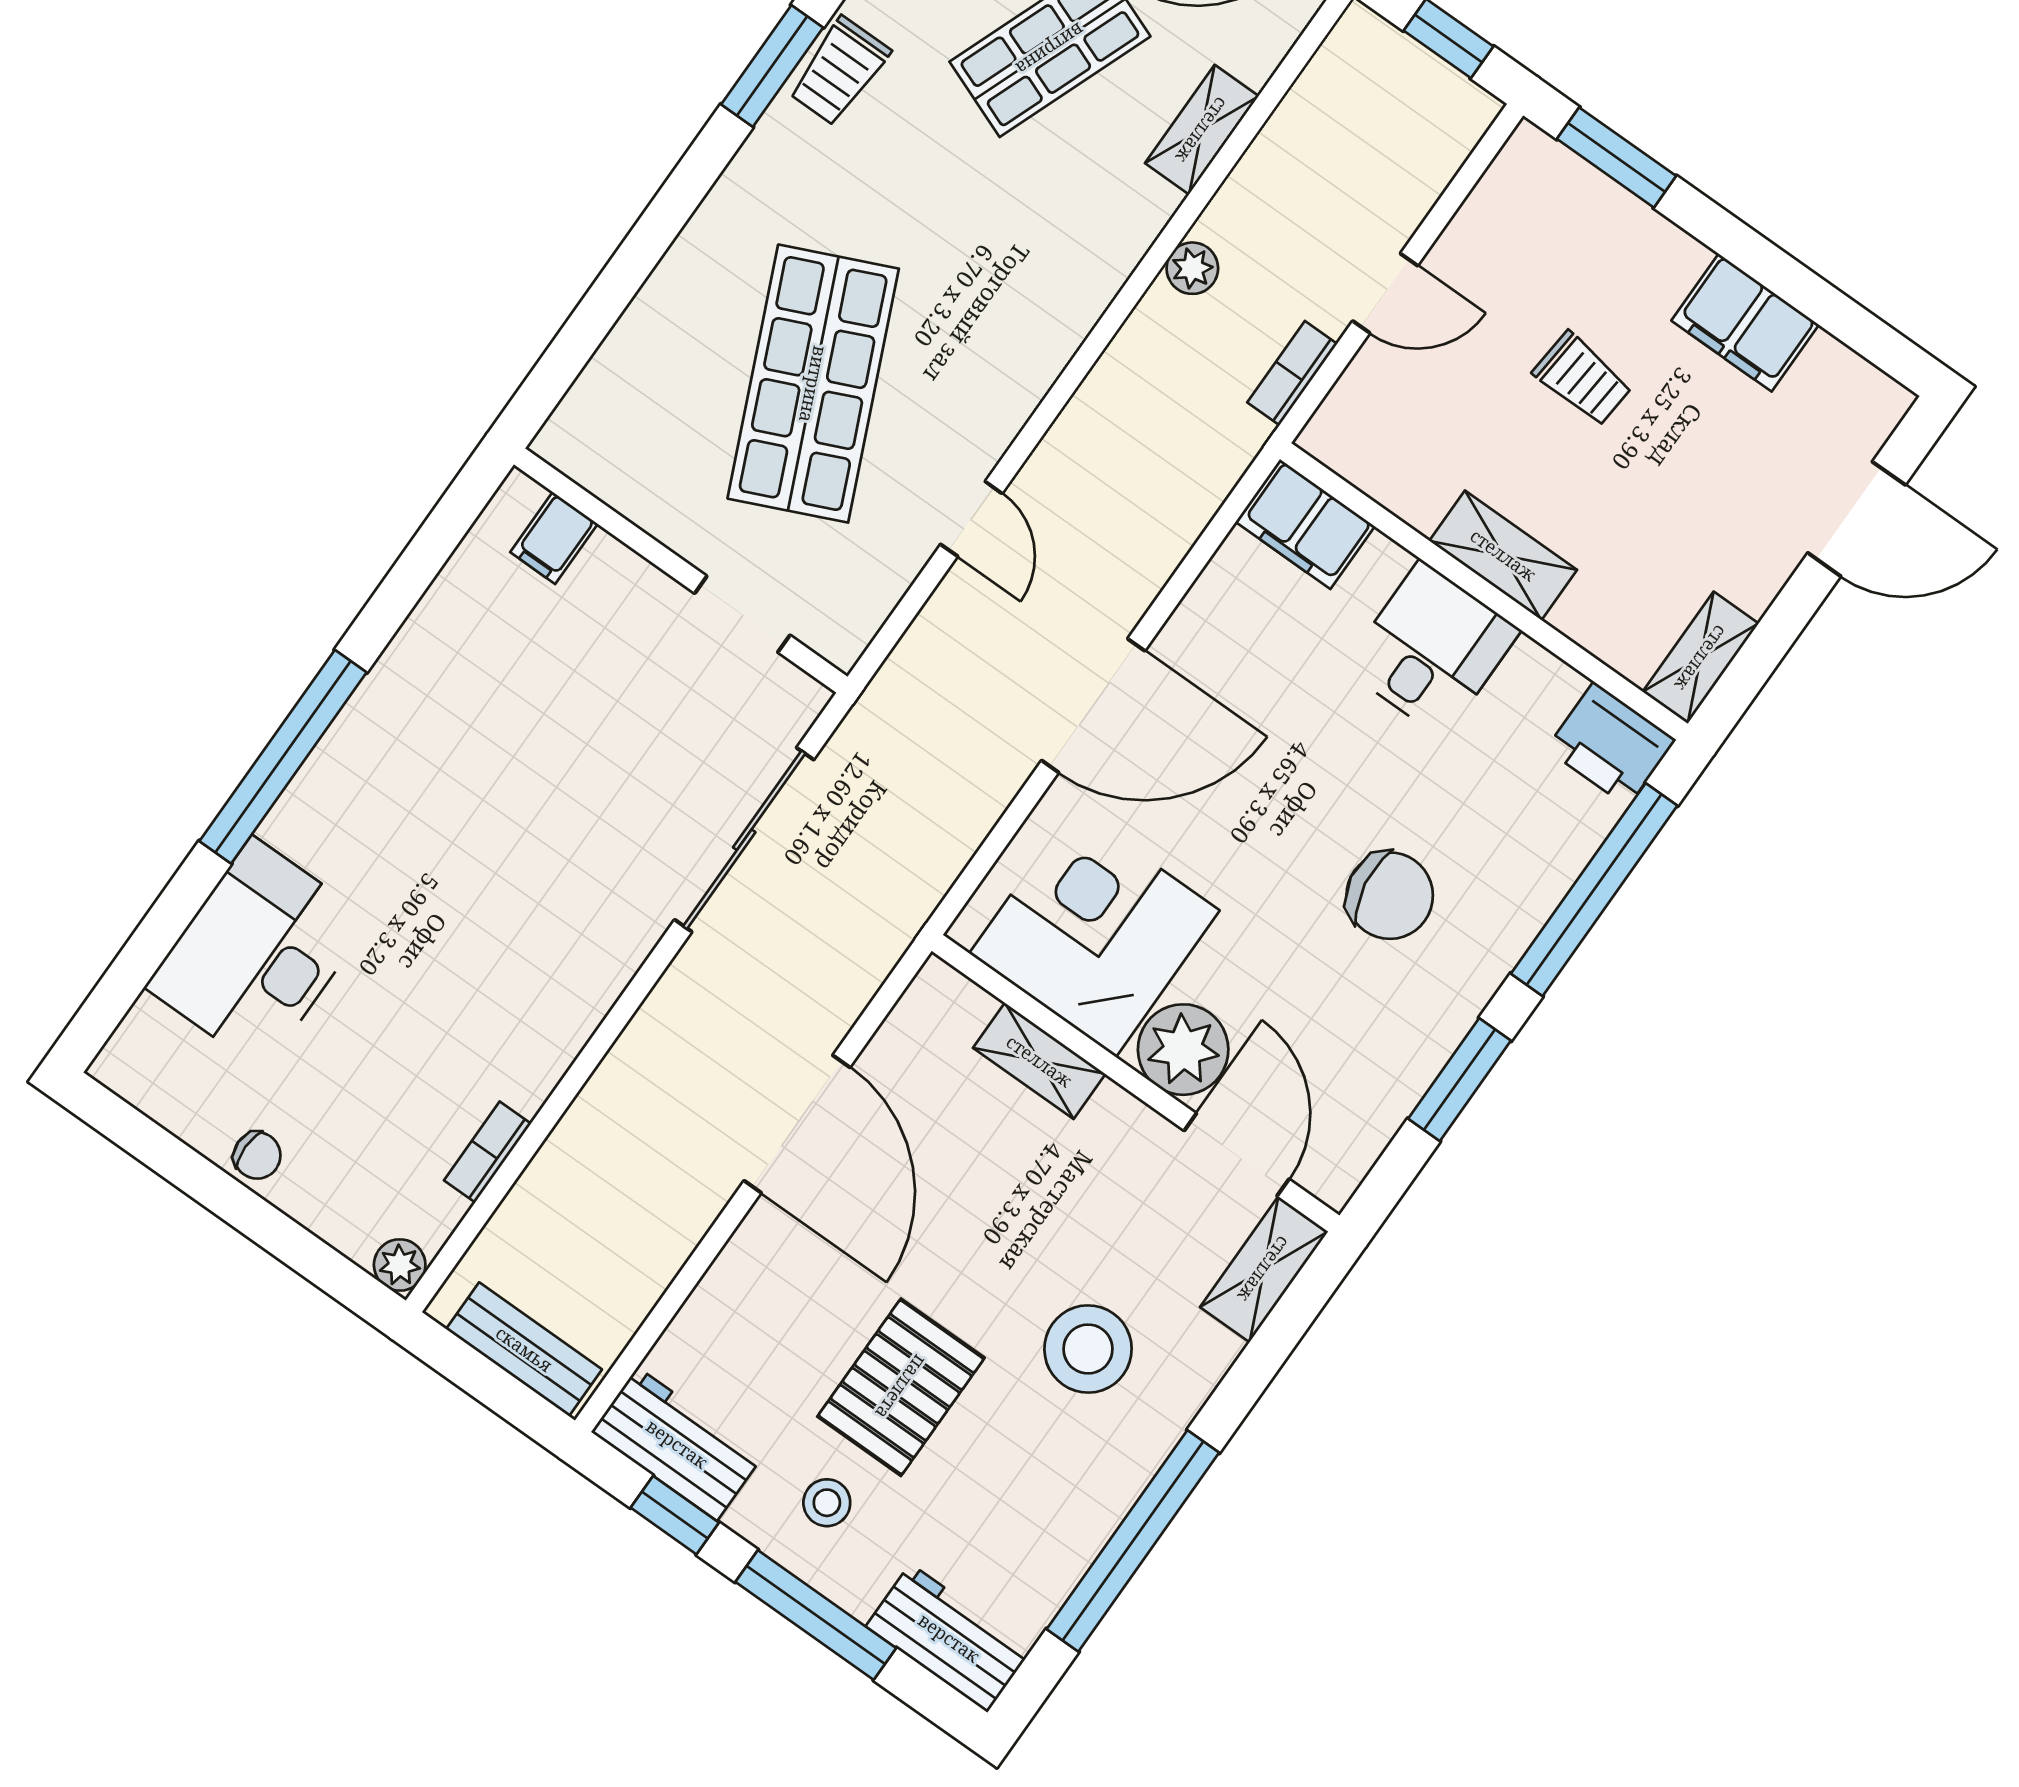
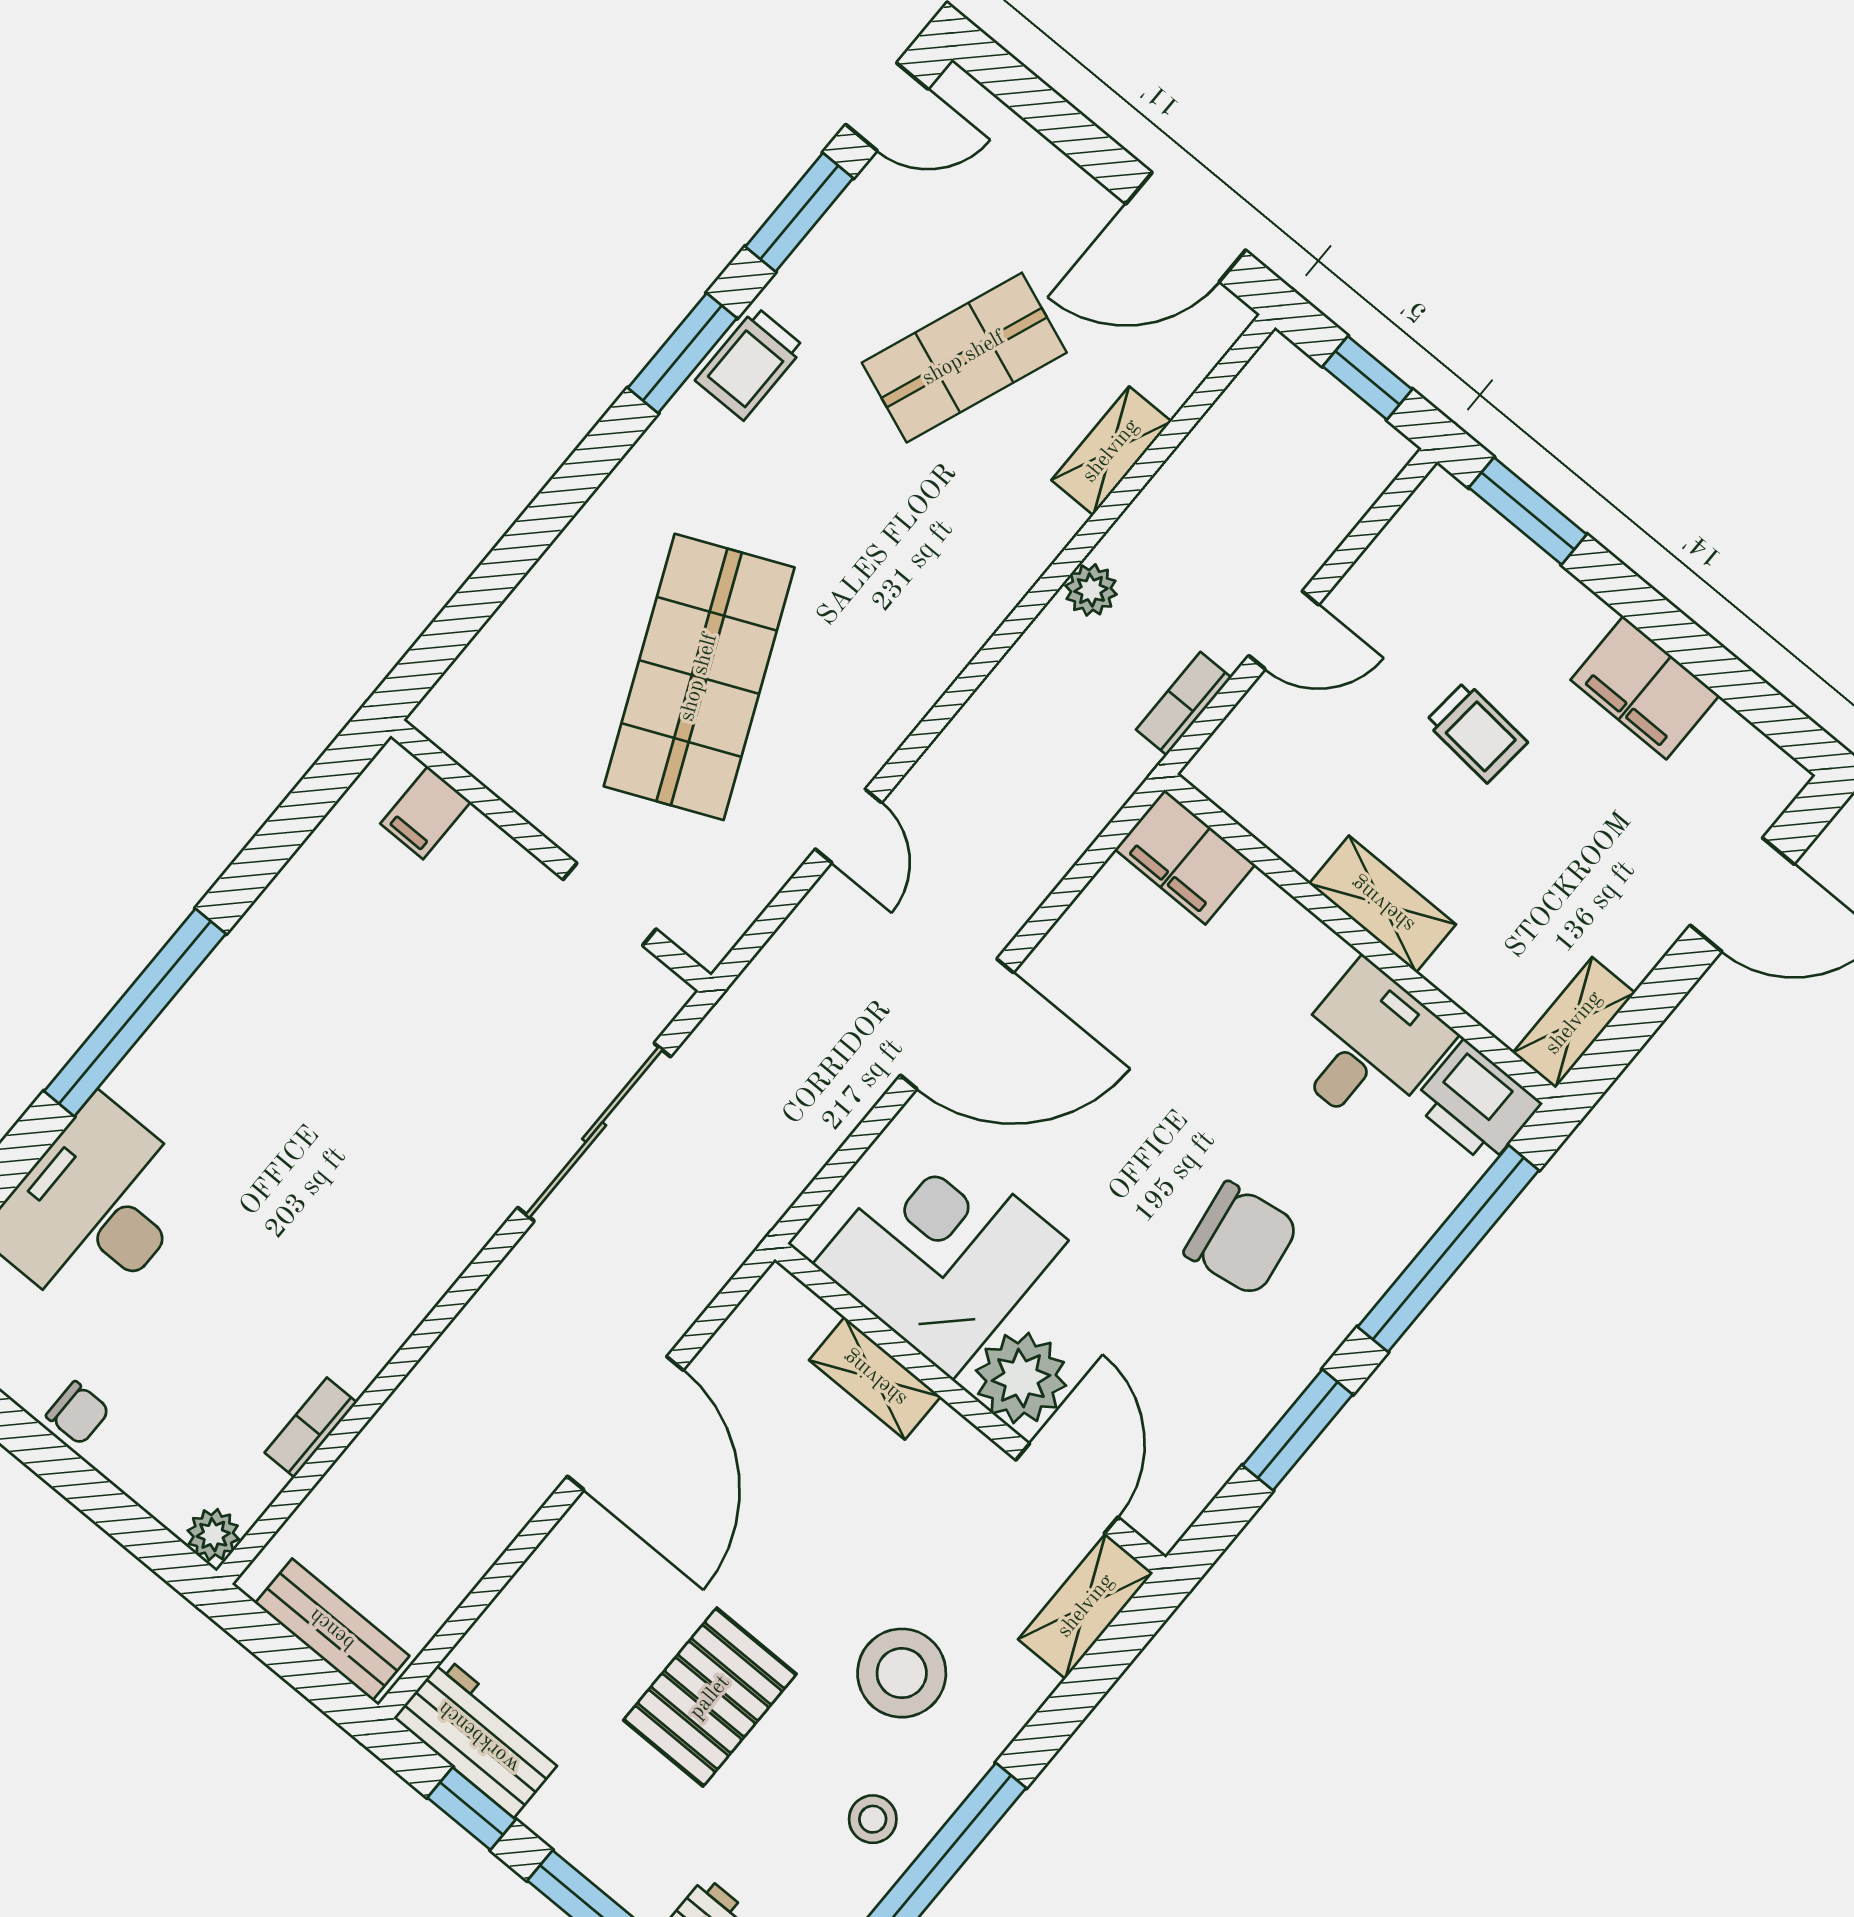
desk: (1432, 649) -> (1368, 1047), moved
stool: (827, 1503) -> (873, 1819), moved

